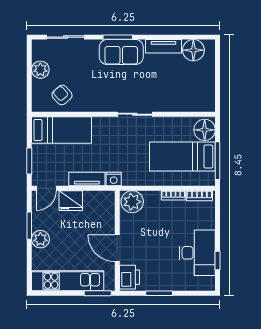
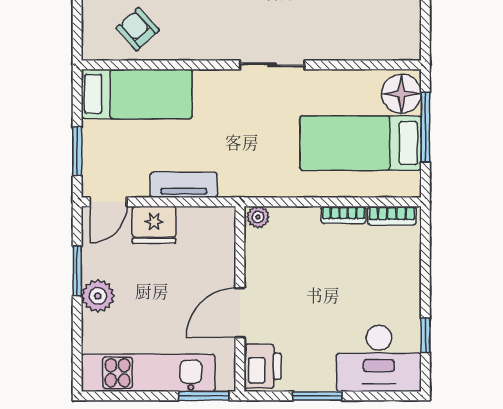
window: (218, 161) -> (425, 127), moved
nightstand: (114, 179) -> (233, 185), removed
plant: (132, 202) -> (258, 217), width x0.53, depth x0.53
door: (117, 248) -> (240, 313), hinge flipped
desk: (197, 253) -> (379, 358), moved, turned 90

